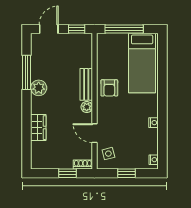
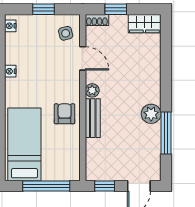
wardrobe: (38, 128) -> (144, 24), moved, turned -90

